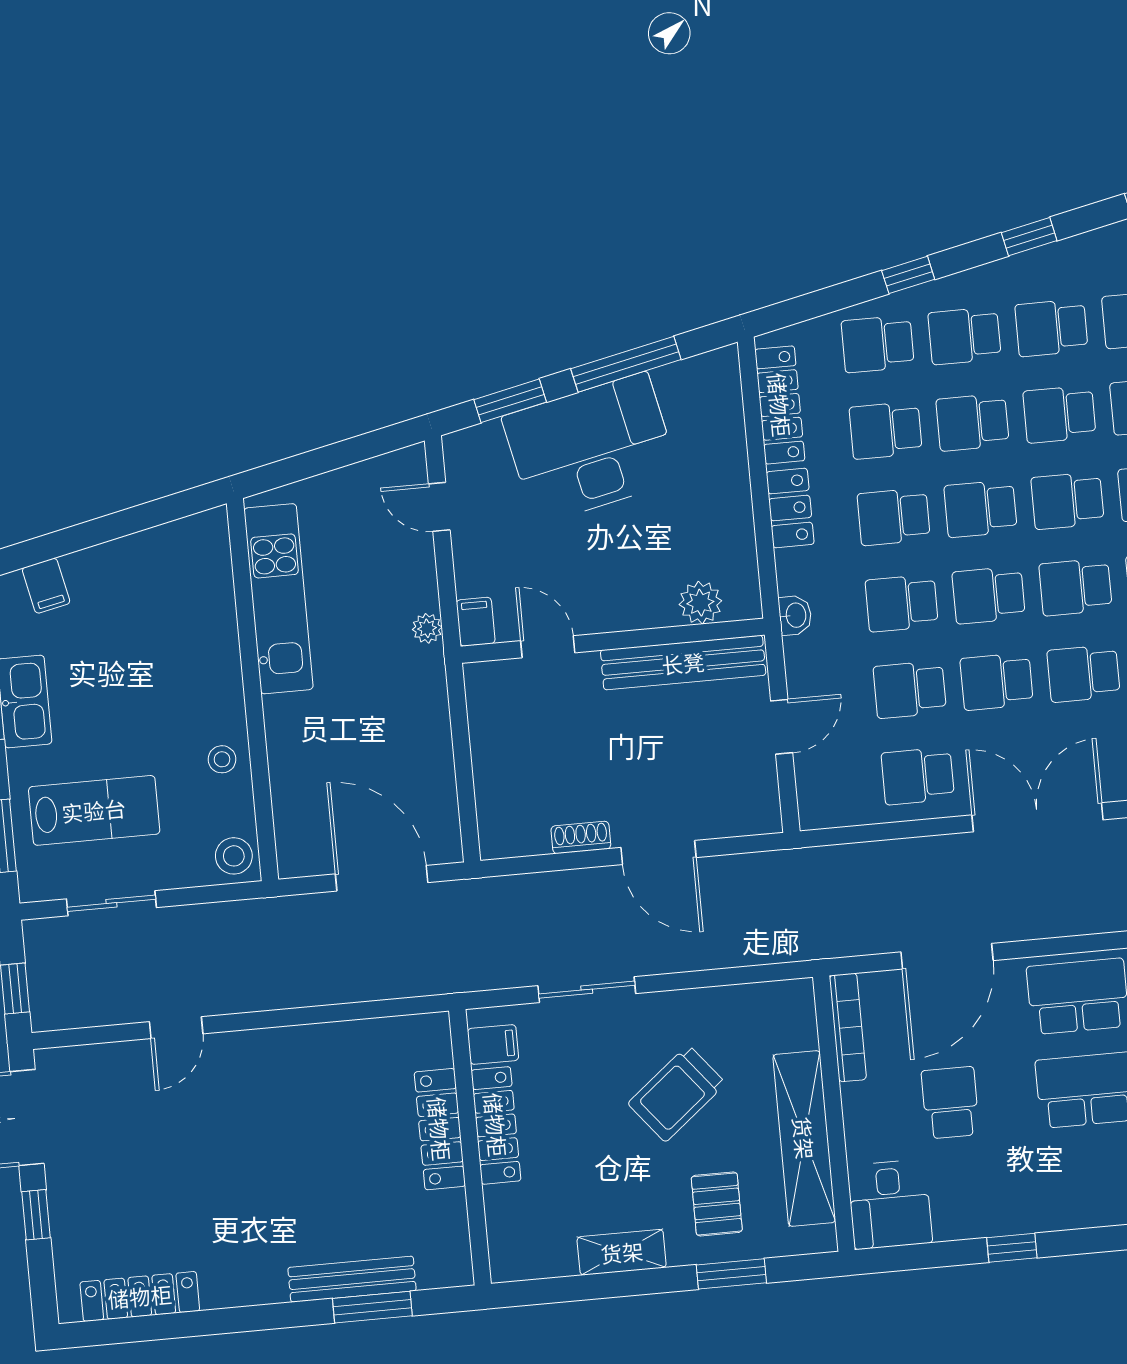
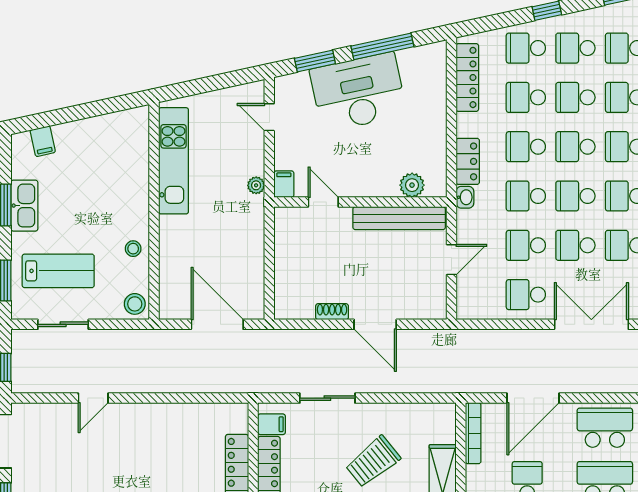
locker: (790, 508) -> (468, 161), moved

